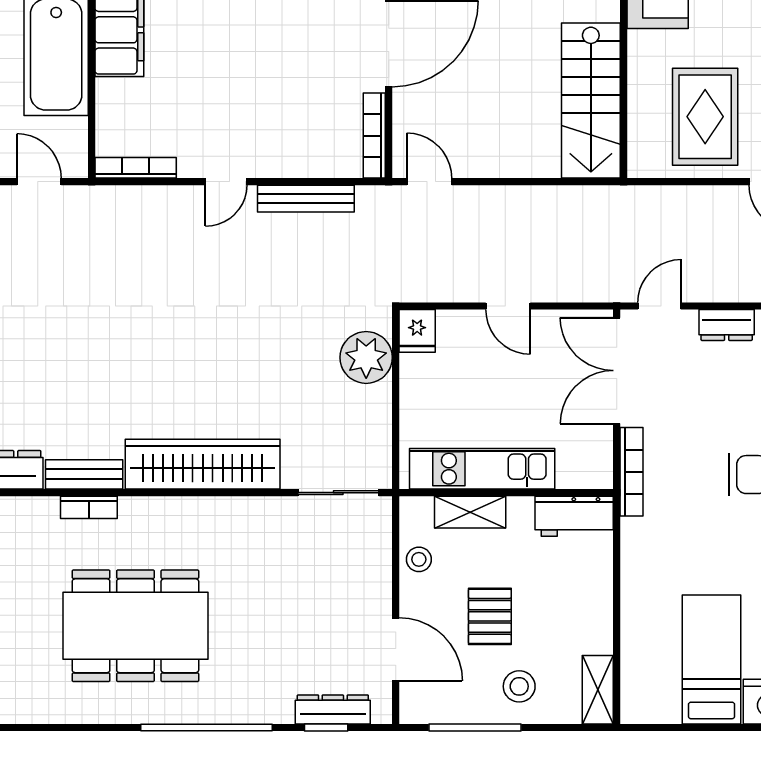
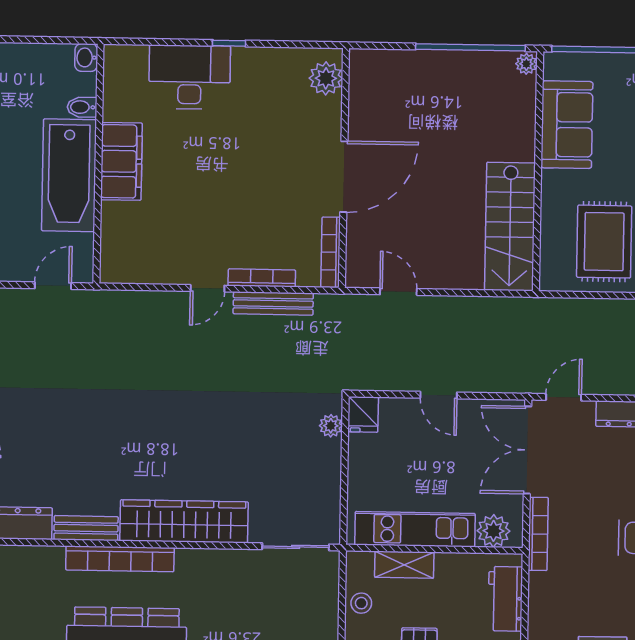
bookcase: (136, 168) -> (262, 278), moved
door: (39, 182) -> (53, 286), hinge flipped
door: (429, 182) -> (398, 292), moved
plant: (366, 357) -> (331, 426), width x0.53, depth x0.53
plant: (577, 469) -> (494, 531), added
bookcase: (89, 507) -> (120, 559), width x2.31, depth x1.31
workbench: (574, 516) -> (505, 599), moved, turned 90

